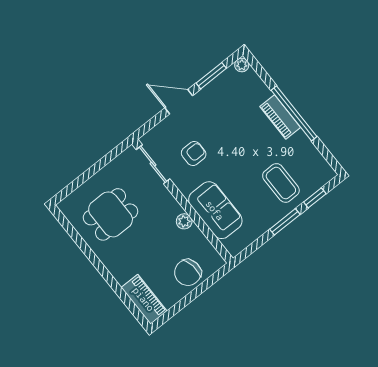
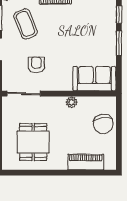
coffee table: (281, 183) -> (26, 24), moved, turned 68
sofa: (215, 210) -> (94, 79), moved
piano: (144, 299) -> (86, 162), moved

